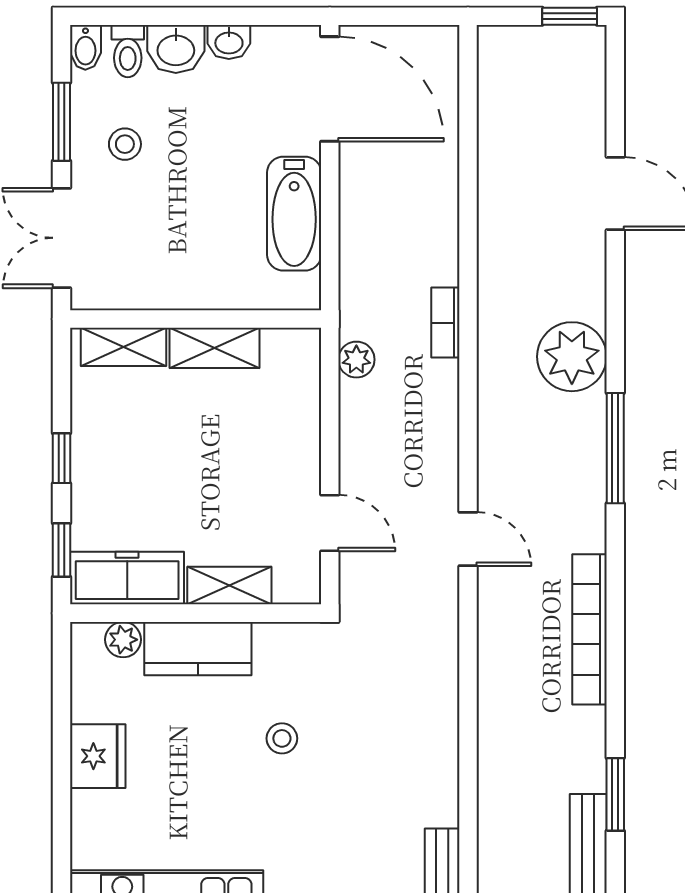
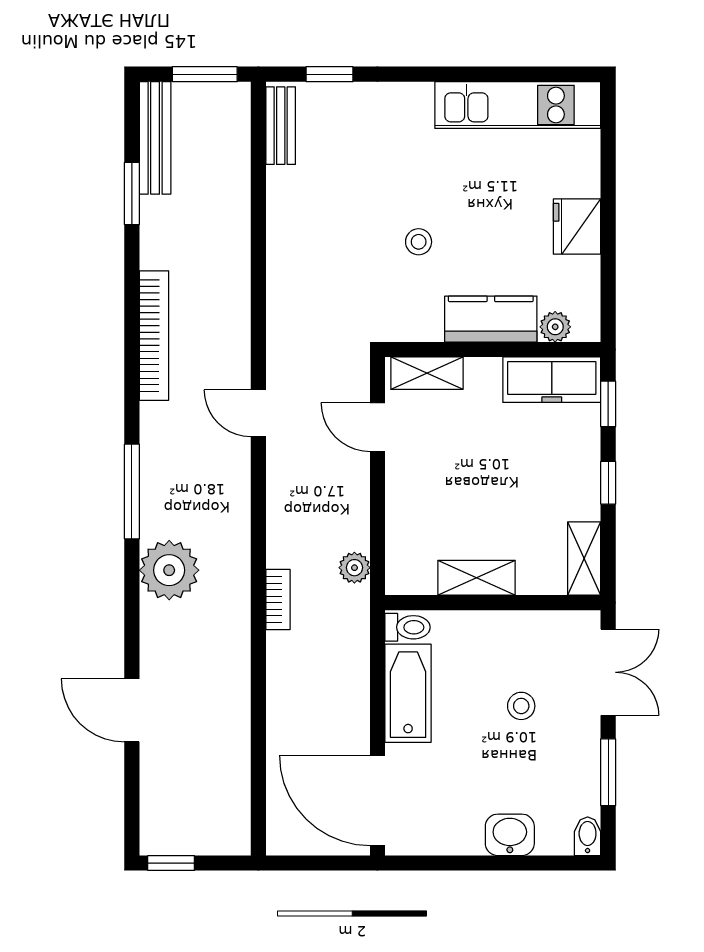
washbasin: (229, 42) -> (464, 841), removed
toilet: (128, 51) -> (407, 627), moved, turned 90
stool: (125, 144) -> (521, 706), moved
shelving: (123, 347) -> (584, 558), moved, turned 90
shelving: (229, 586) -> (427, 373), moved

